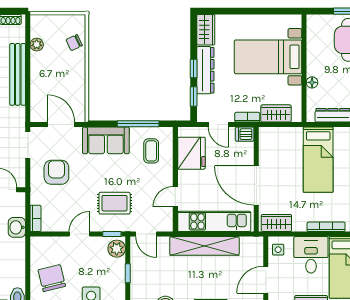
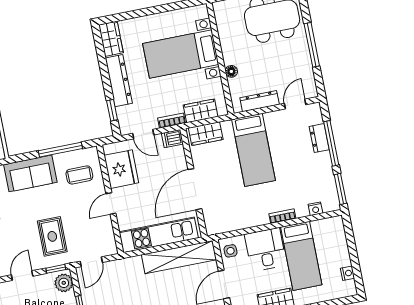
window: (194, 69) -> (106, 81), removed
coffee table: (151, 151) -> (79, 175), turned 90
door: (256, 186) -> (195, 189), hinge flipped
door: (175, 197) -> (111, 204), moved
rug: (115, 203) -> (52, 236), turned 90
wardrobe: (276, 223) -> (206, 134), moved, turned 180
bookcase: (326, 227) -> (282, 216), width x0.64
door: (146, 234) -> (91, 262), hinge flipped
shelving: (204, 246) -> (179, 257), moved

